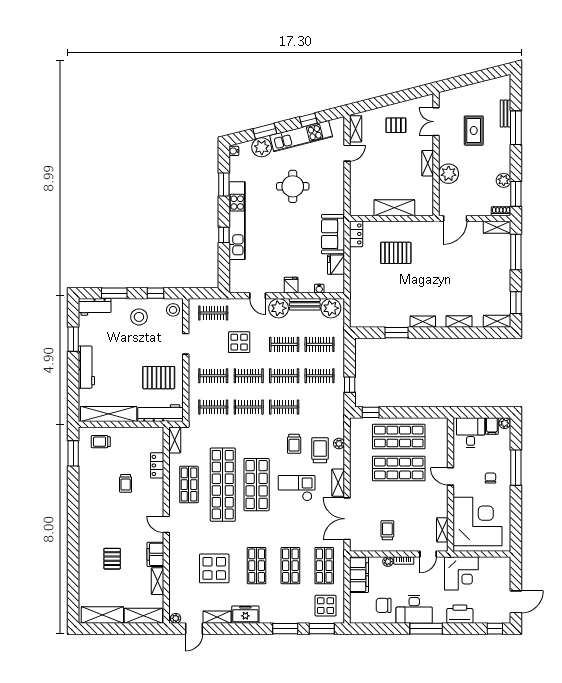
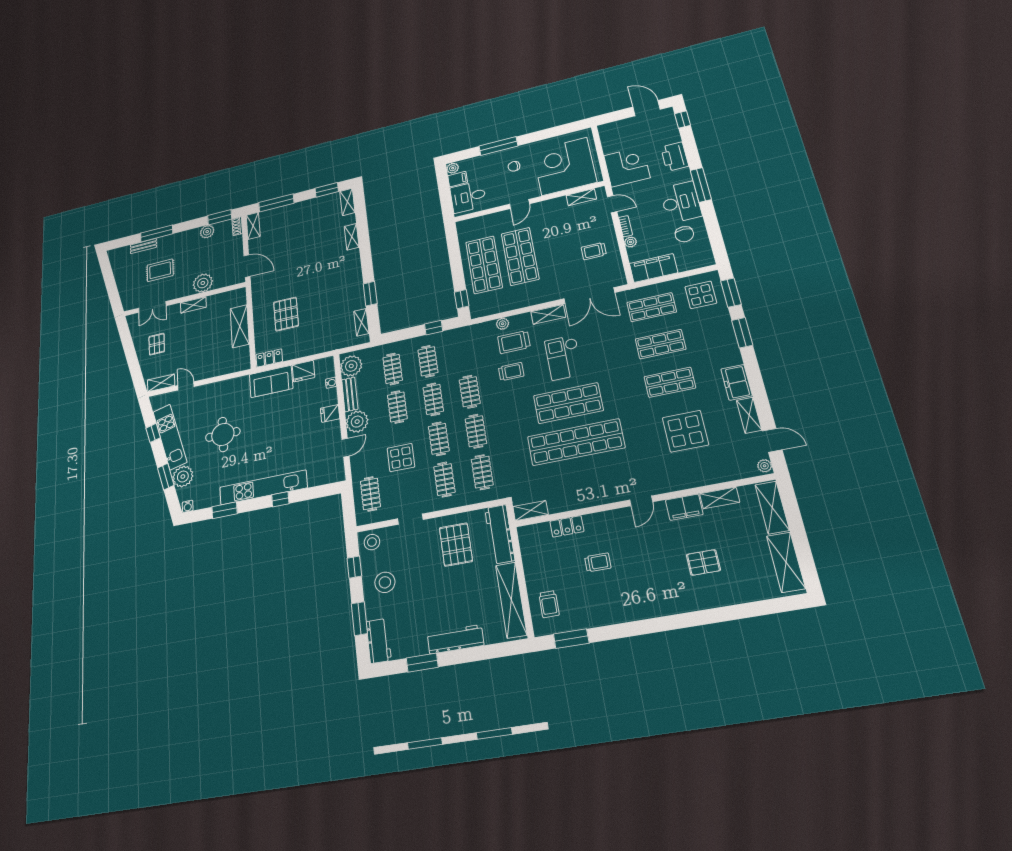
shelving: (423, 322) -> (361, 322), moved
shop shelf: (189, 485) -> (584, 483), removed

